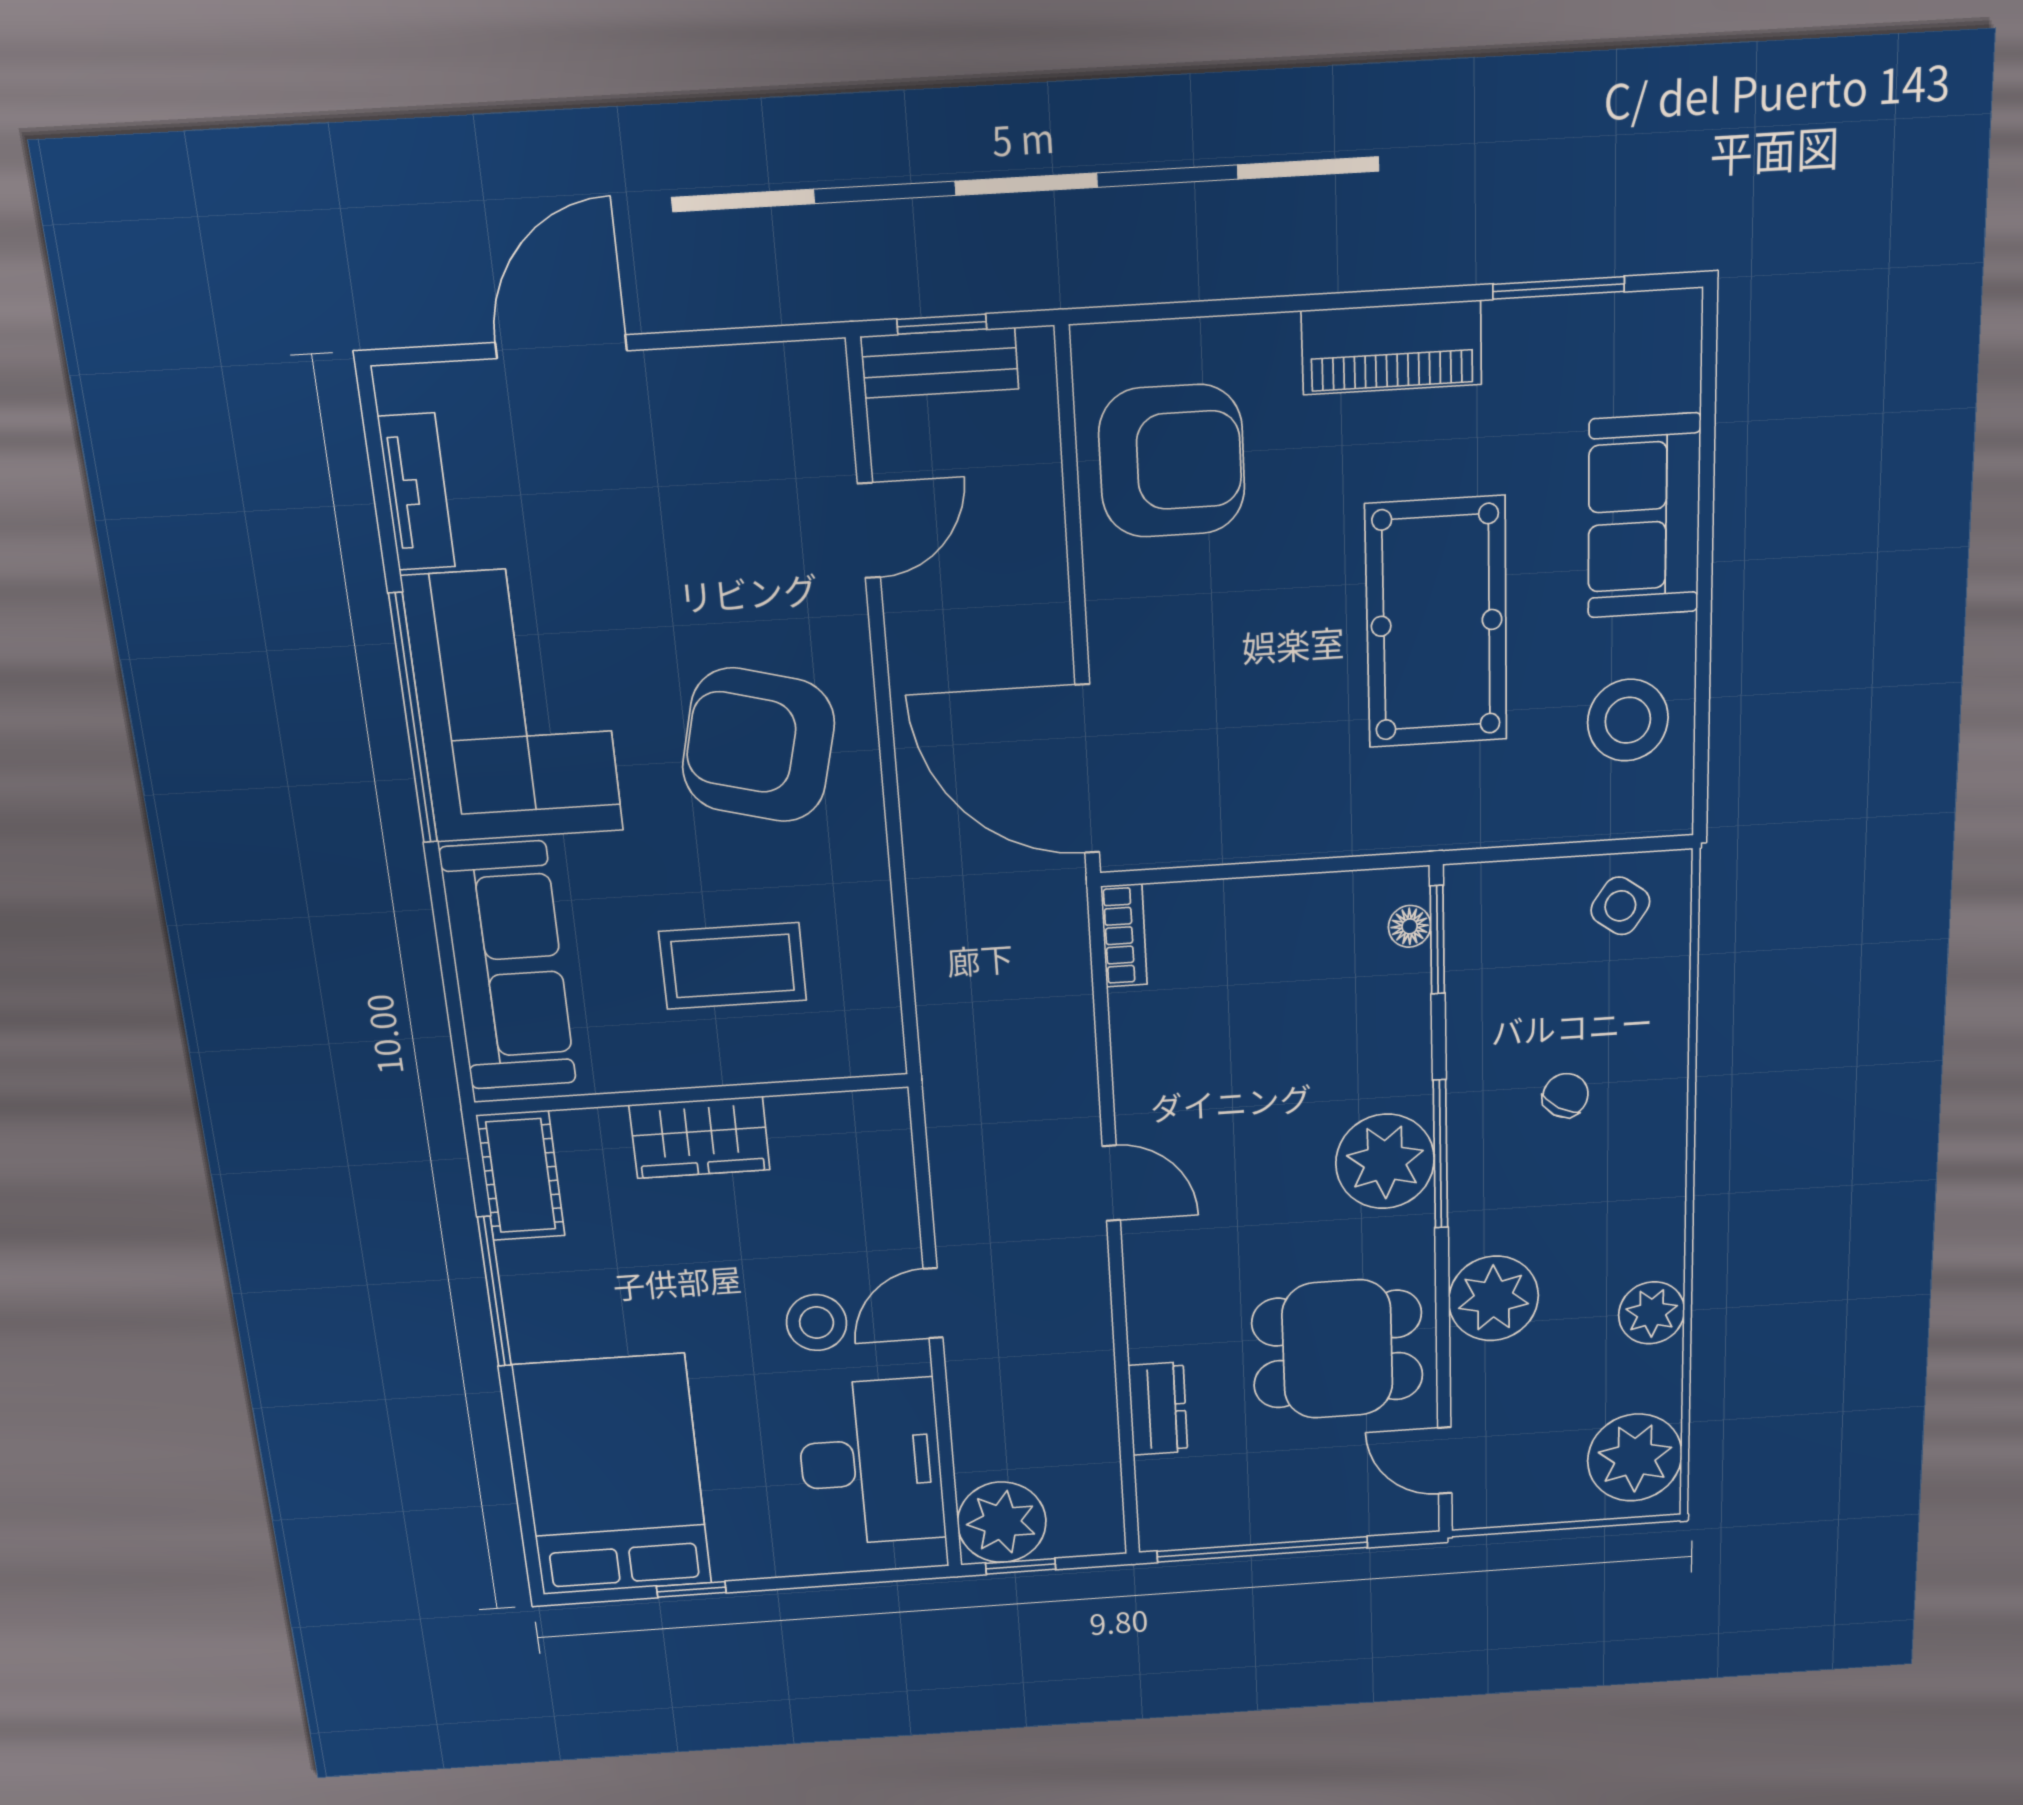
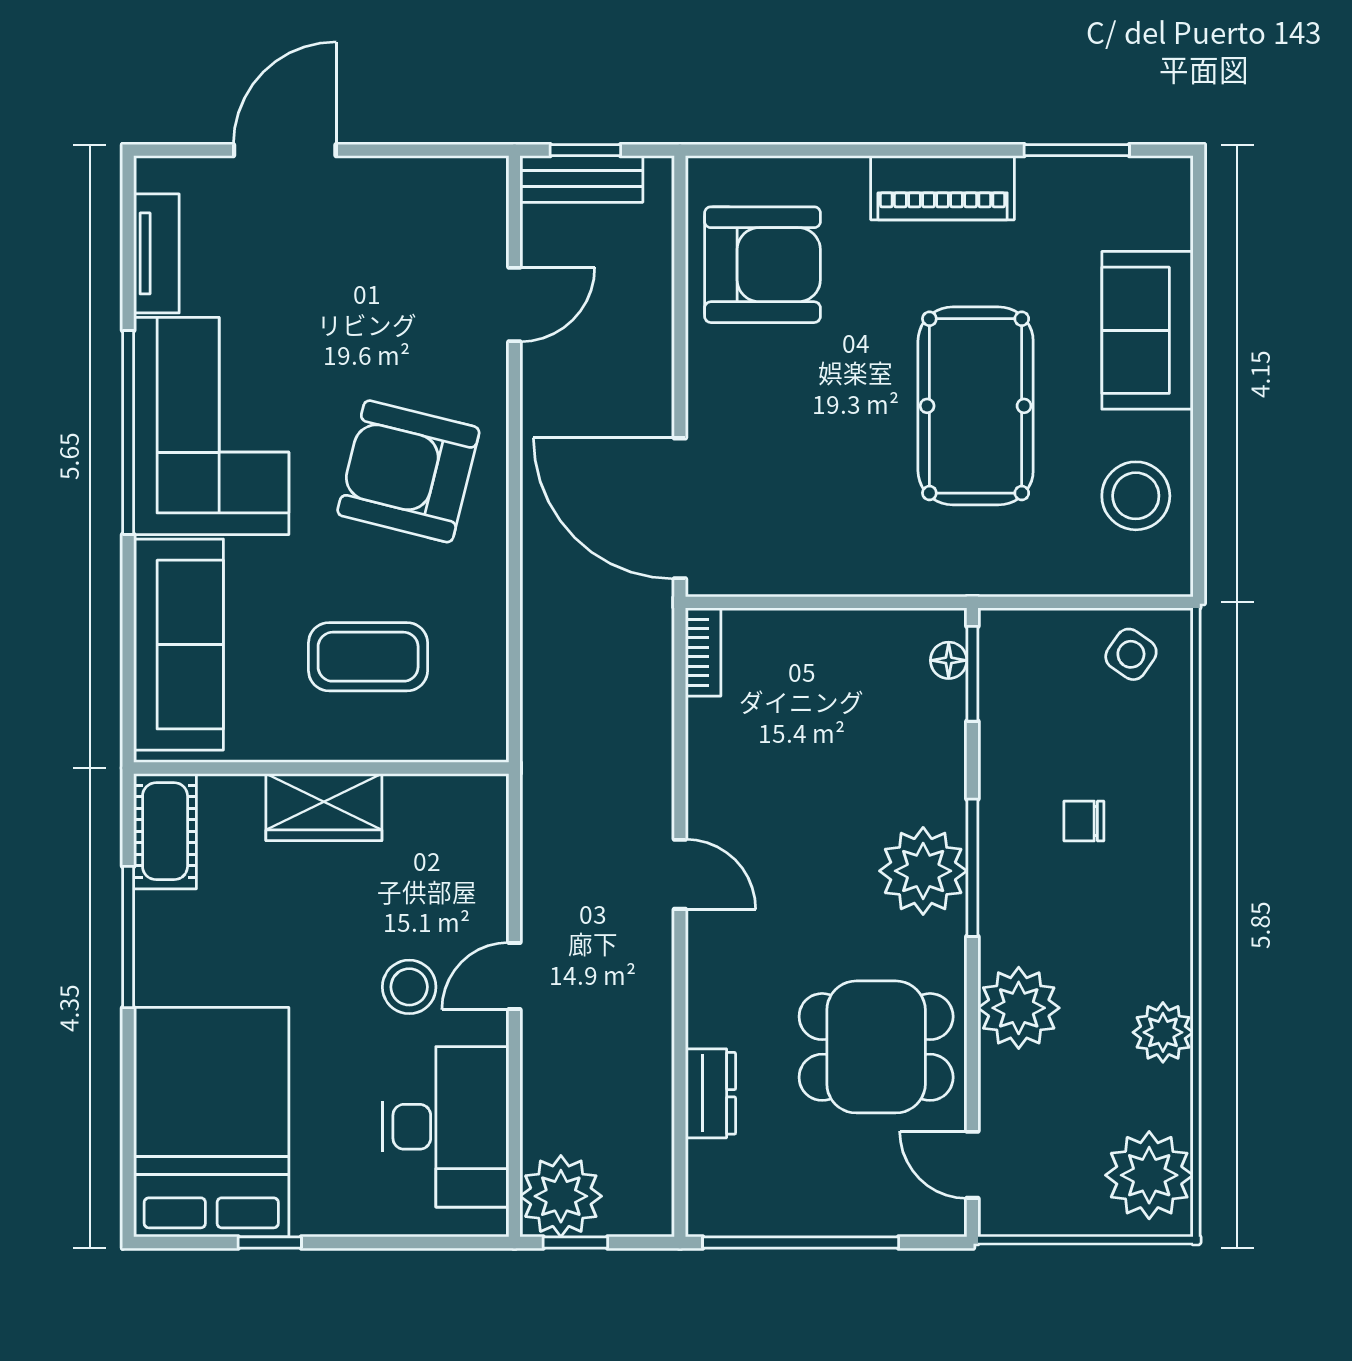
chair: (1566, 1095) -> (1084, 821), turned -120

